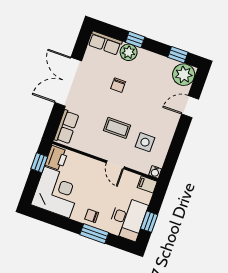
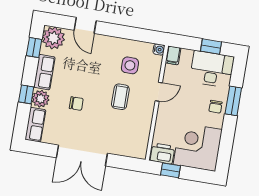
row of seats: (66, 127) -> (44, 72), moved, turned 90

